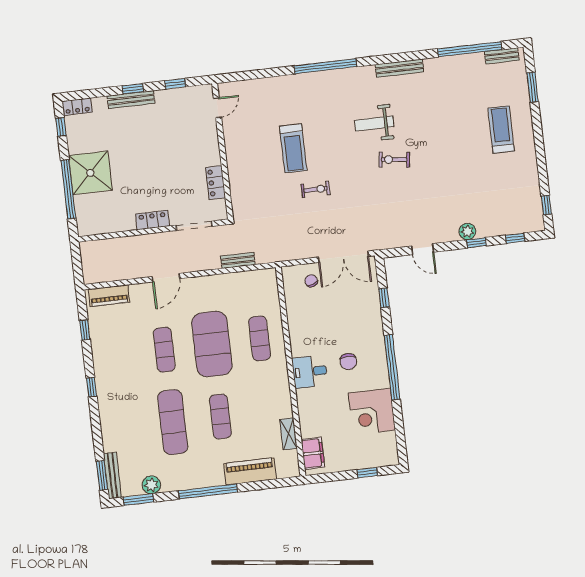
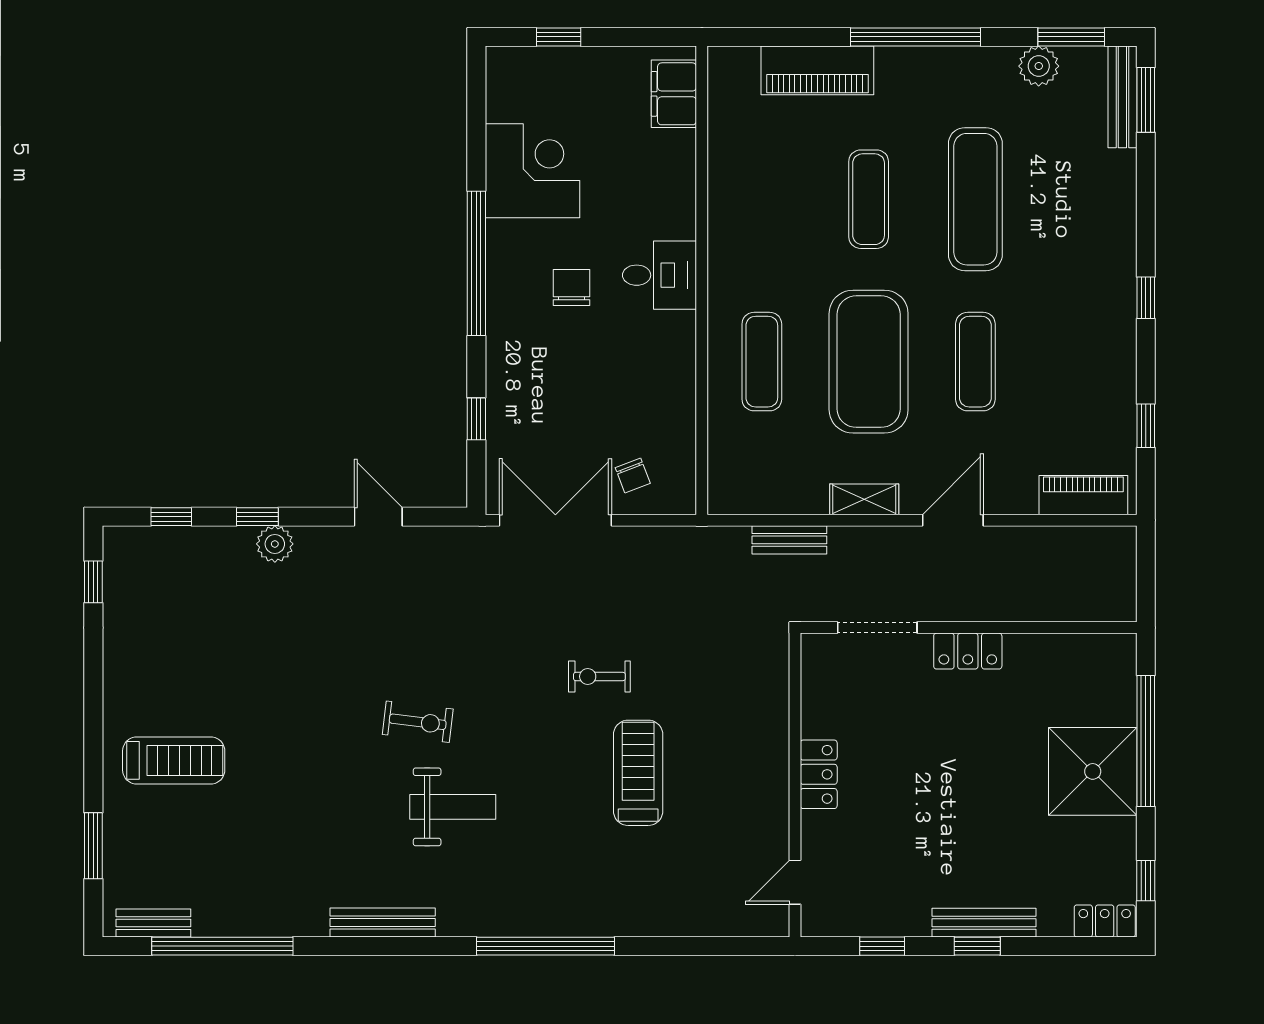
treadmill: (501, 130) -> (174, 760), turned -90
locker: (215, 183) -> (819, 774), moved
shelving: (288, 434) -> (864, 499), moved, turned 90

